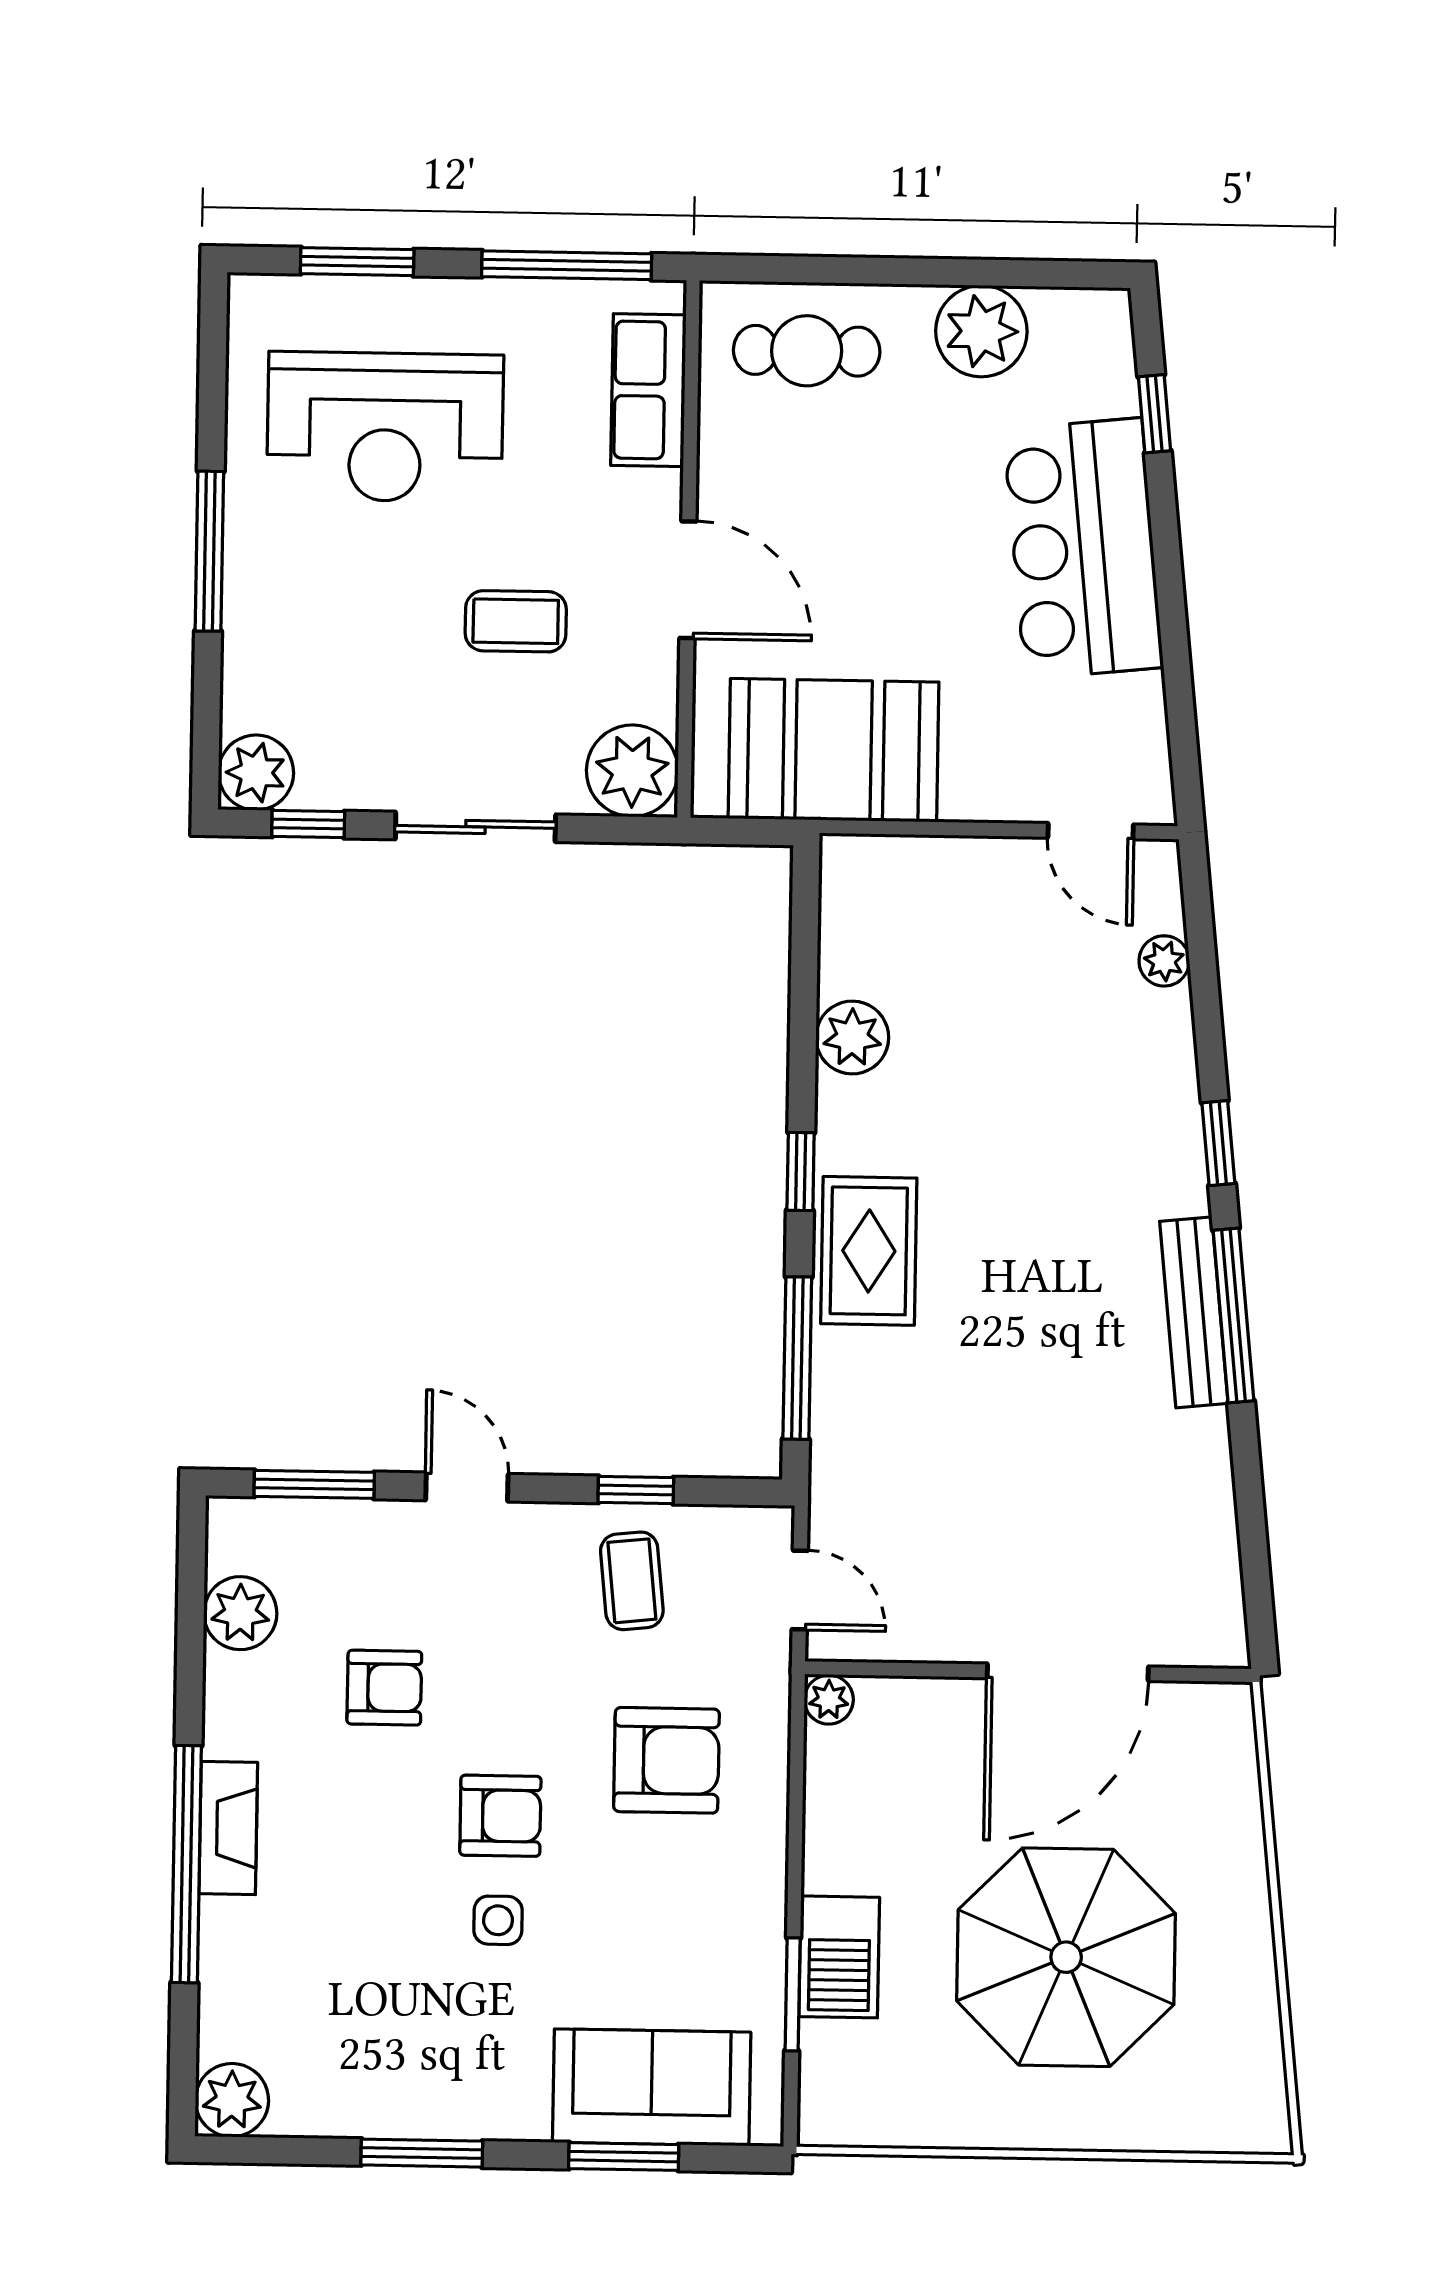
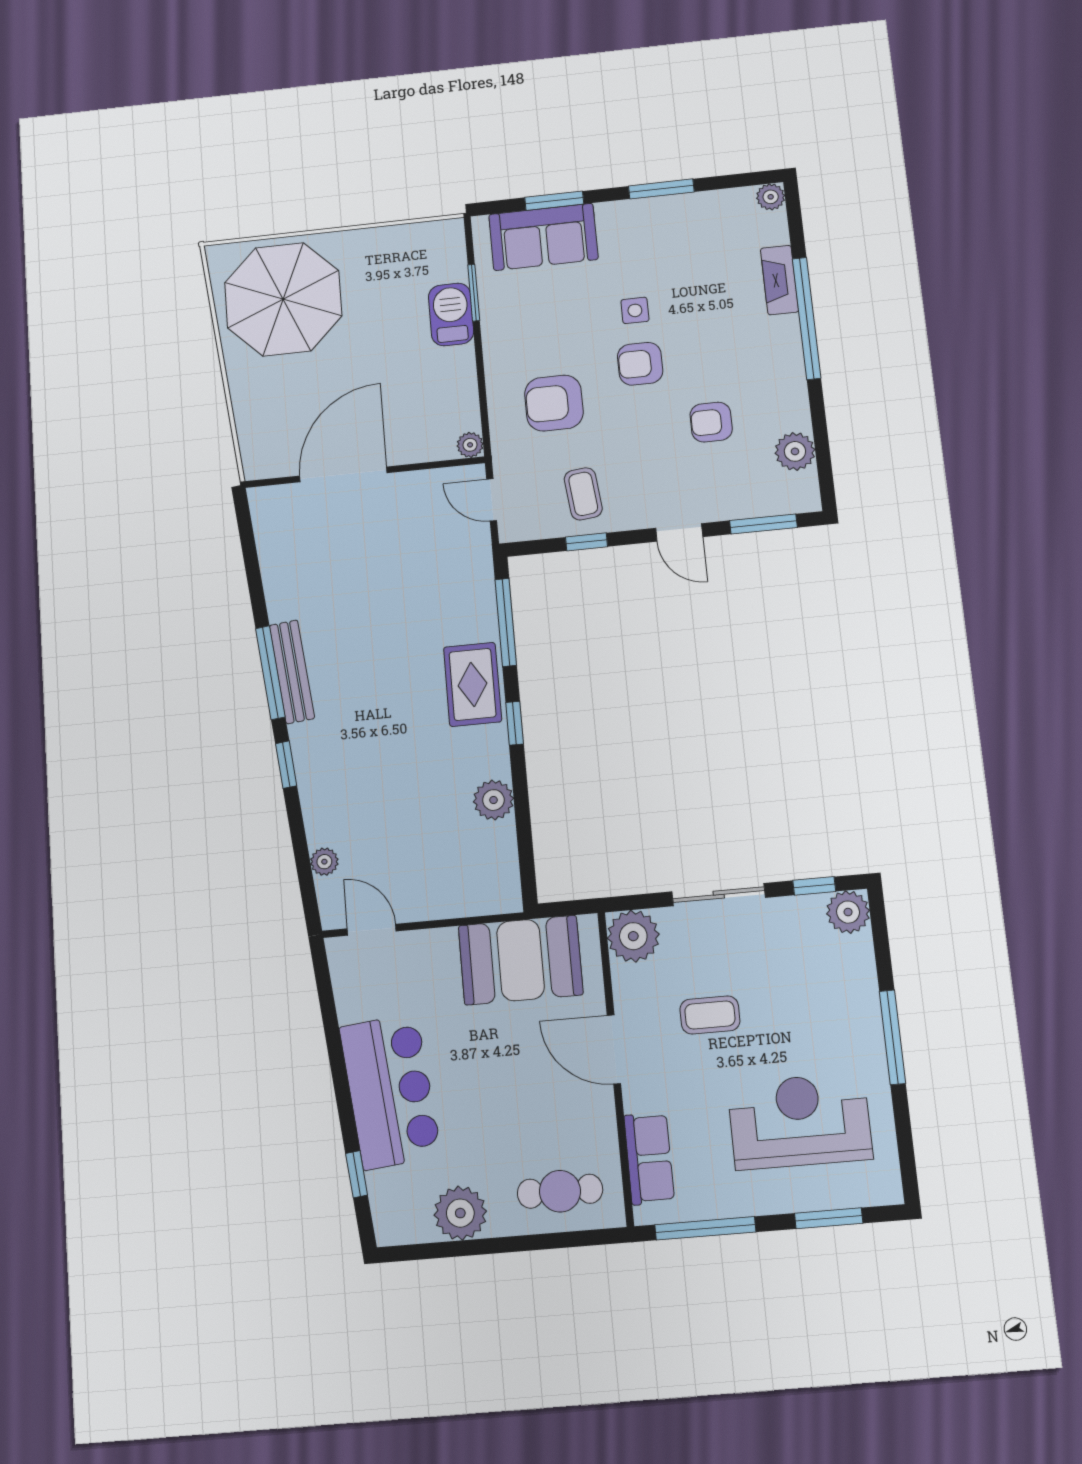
fireplace: (228, 1828) -> (779, 280), moved
parasol: (1066, 1957) -> (283, 299), moved
plant: (232, 2100) -> (771, 197), width x0.73, depth x0.73

